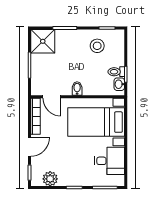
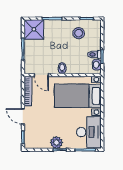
door: (29, 147) -> (23, 116), swing flipped
desk: (109, 161) -> (89, 132), width x1.37
plant: (50, 179) -> (56, 143), moved

